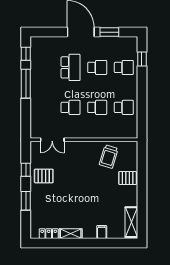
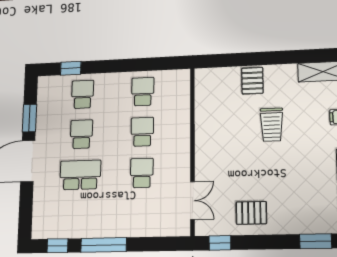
trolley: (109, 157) -> (272, 125), moved, turned 73
window: (26, 170) -> (220, 243), moved
pallet: (44, 176) -> (251, 213), turned 90
window: (26, 201) -> (316, 241), moved

